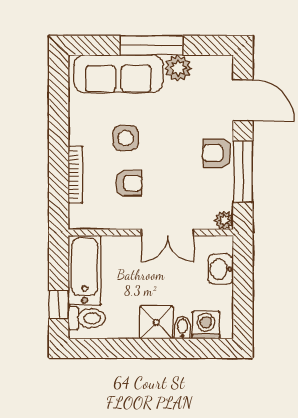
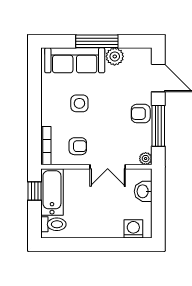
bookcase: (75, 175) -> (46, 146), moved
armchair: (129, 183) -> (78, 146), moved
window: (59, 304) -> (35, 191), moved
shower: (156, 322) -> (100, 227), removed
bidet: (182, 328) -> (118, 231), removed

